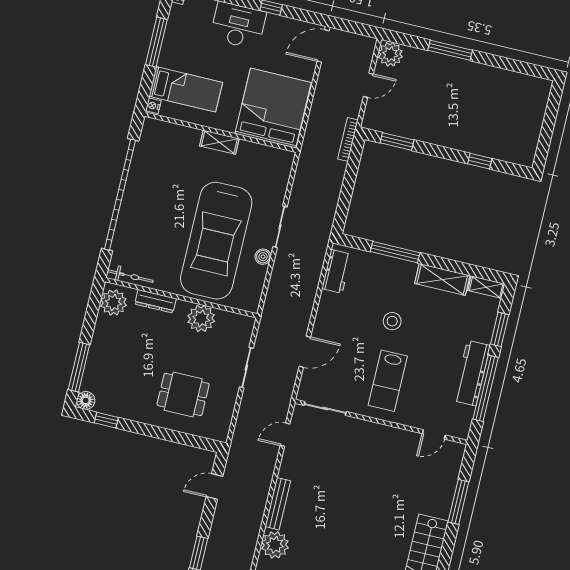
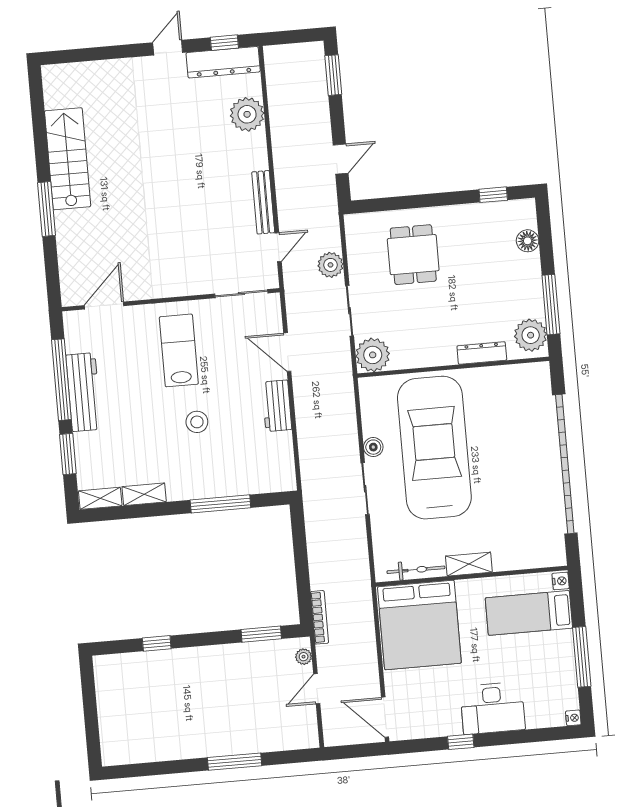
door: (323, 46) -> (385, 717), swing flipped
plant: (390, 54) -> (304, 657), moved, width x0.53, depth x0.53
workbench: (337, 271) -> (277, 406), moved
bicycle: (130, 276) -> (416, 570), moved, turned 180
shelving: (442, 279) -> (144, 494), width x0.67, depth x0.75
plant: (201, 318) -> (373, 355), moved
door: (305, 352) -> (287, 352), hinge flipped
window: (79, 367) -> (551, 305), moved
dining table: (183, 394) -> (413, 255), turned 90
floor lamp: (86, 400) -> (528, 241), moved
plant: (249, 408) -> (330, 265), added
door: (434, 434) -> (104, 306), width x1.38
window: (458, 502) -> (46, 209), moved
bench: (278, 504) -> (263, 202), moved

